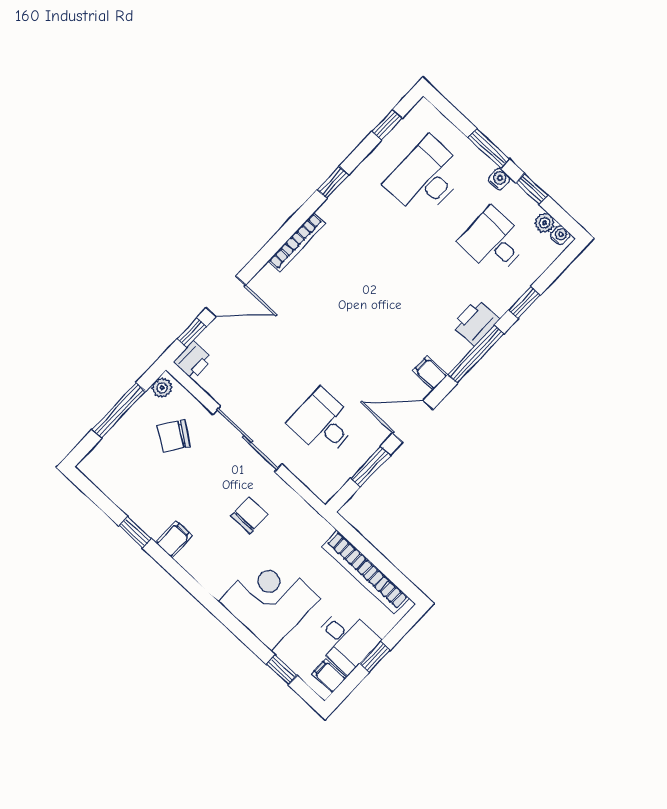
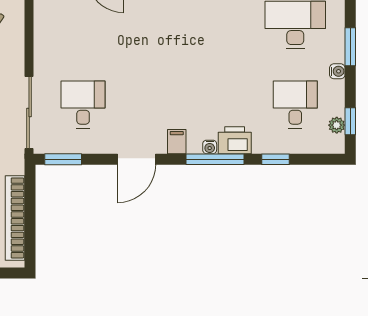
window: (532, 189) -> (350, 121), moved
water cooler: (560, 235) -> (210, 147), moved, turned 90
door: (413, 421) -> (136, 159), swing flipped
sliding door: (248, 439) -> (29, 113), moved
window: (370, 467) -> (63, 159), moved

